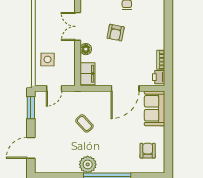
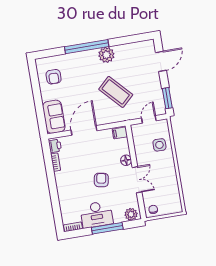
filing cabinet: (87, 74) -> (120, 133), width x0.50
coffee table: (84, 123) -> (116, 92), width x1.86, depth x1.72

